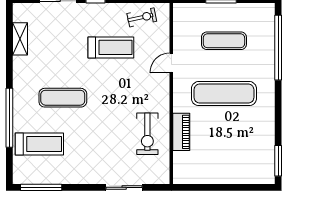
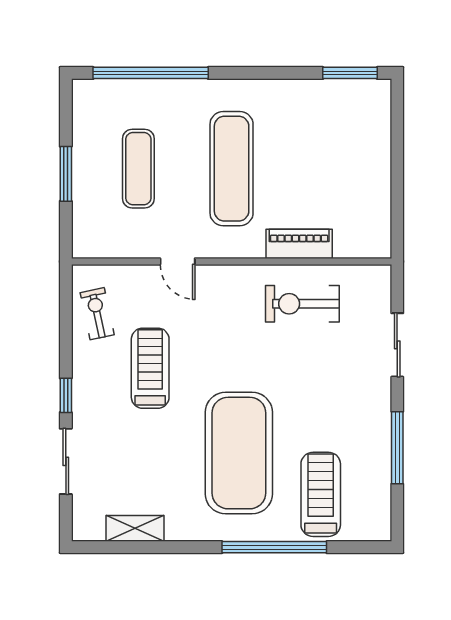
exercise mat: (63, 98) -> (239, 453), width x2.00, depth x1.45
exercise bike: (147, 134) -> (302, 304), turned 180
window: (41, 187) -> (397, 448), moved

